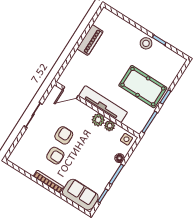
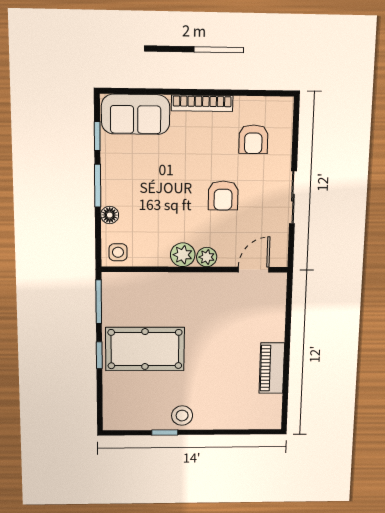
tv unit: (103, 104) -> (191, 284), removed
plant: (110, 126) -> (207, 257), moved
armchair: (55, 156) -> (253, 139), moved, turned -90

